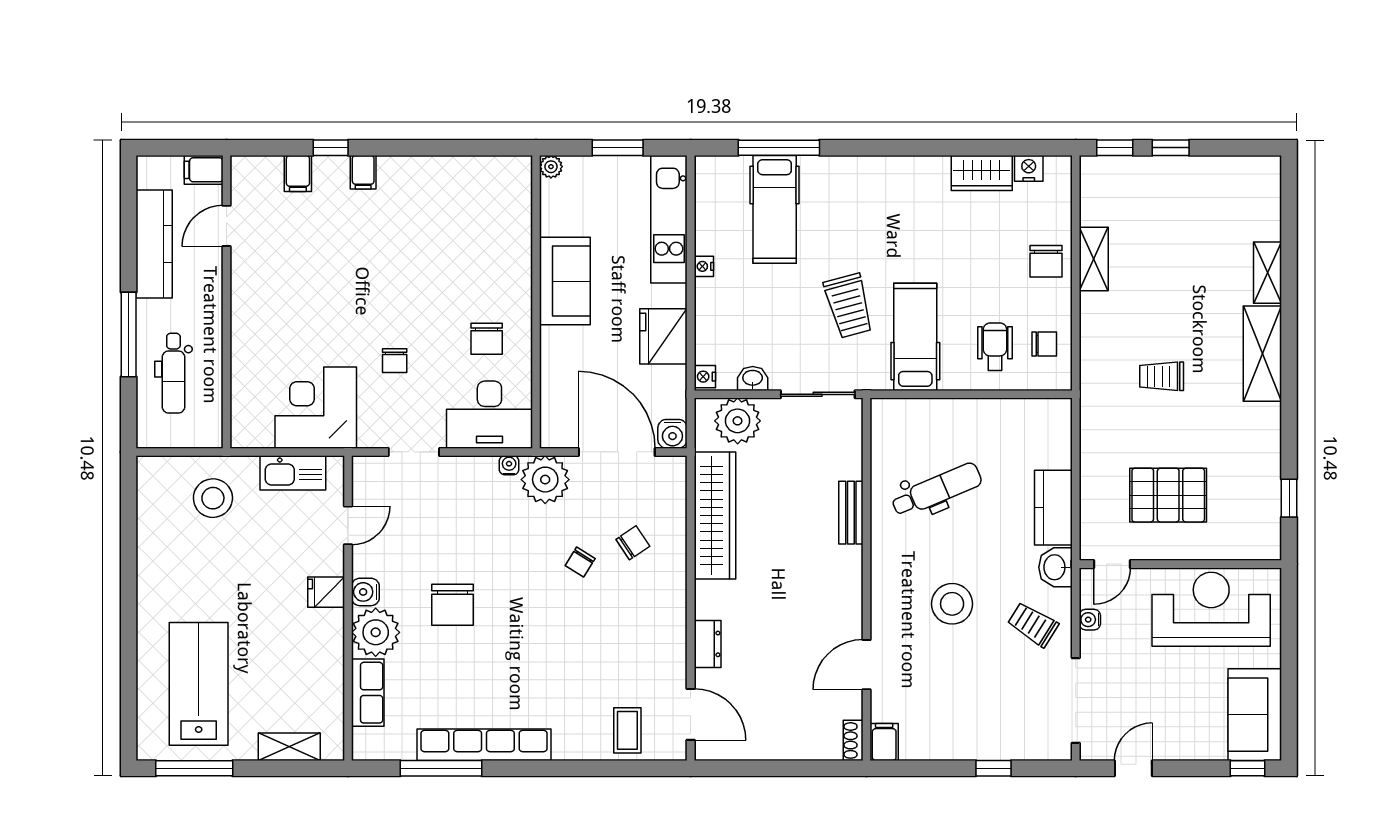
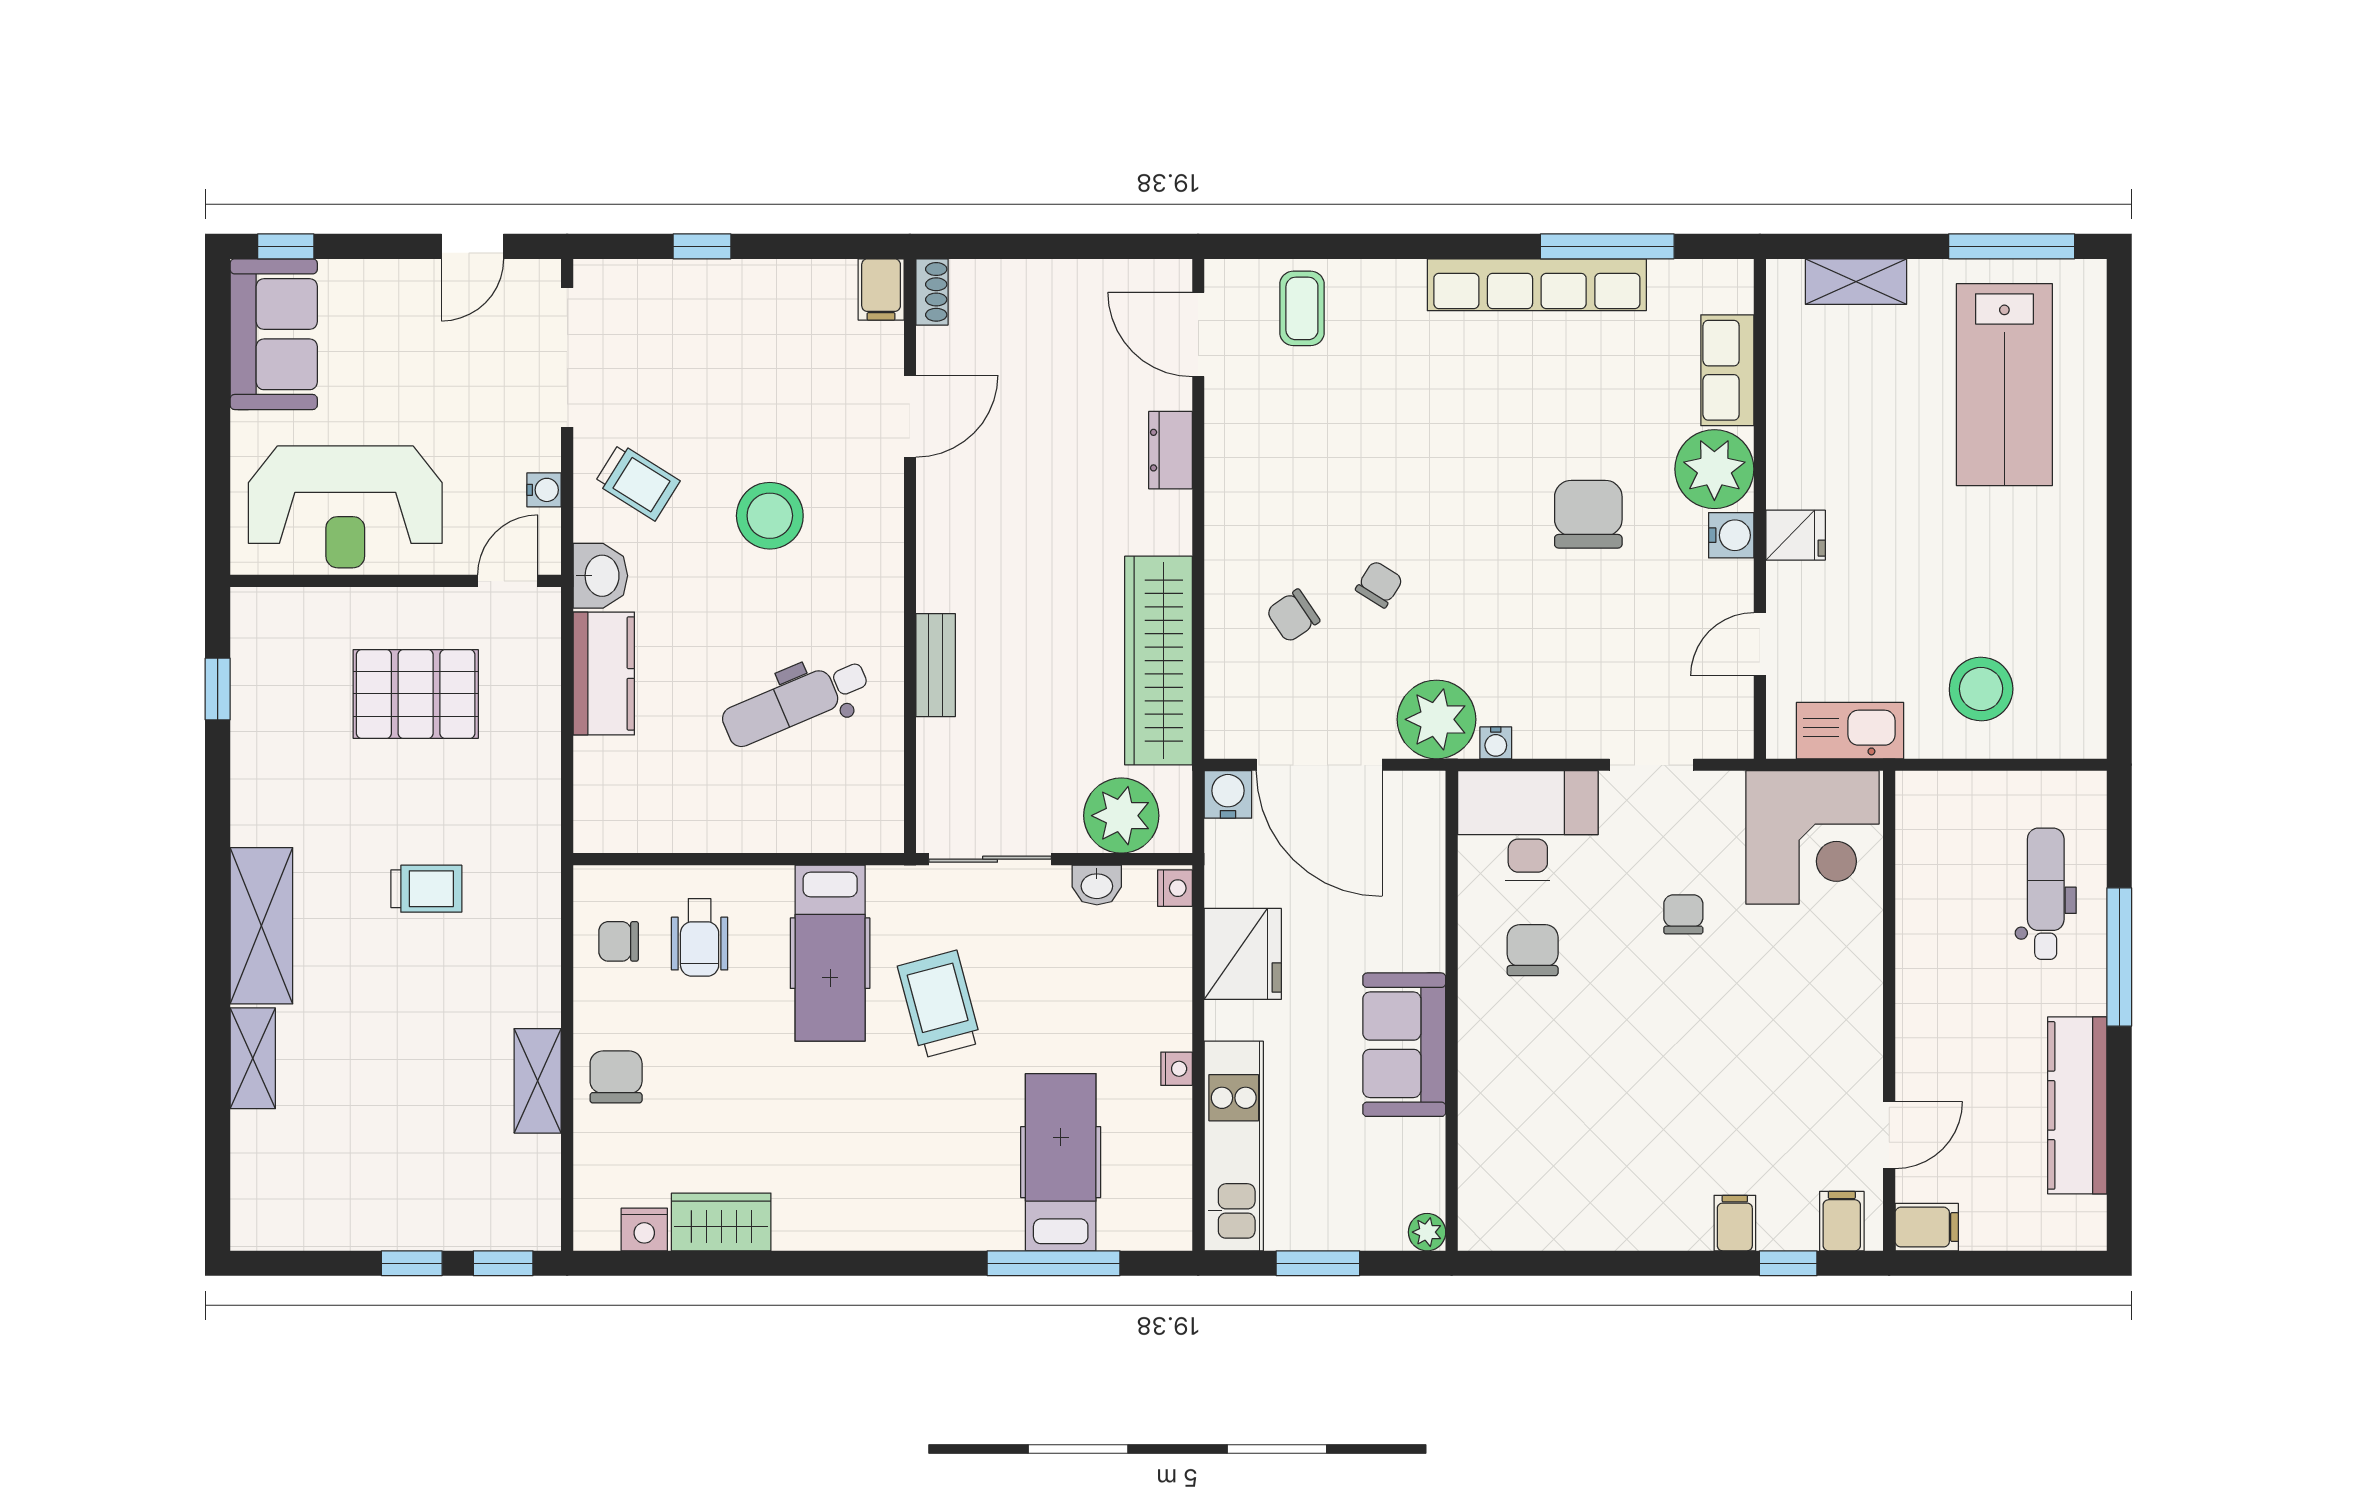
filing cabinet: (204, 170) -> (1927, 1227), moved
door: (227, 226) -> (1889, 1135), moved
wall: (227, 302) -> (1889, 1011), moved

